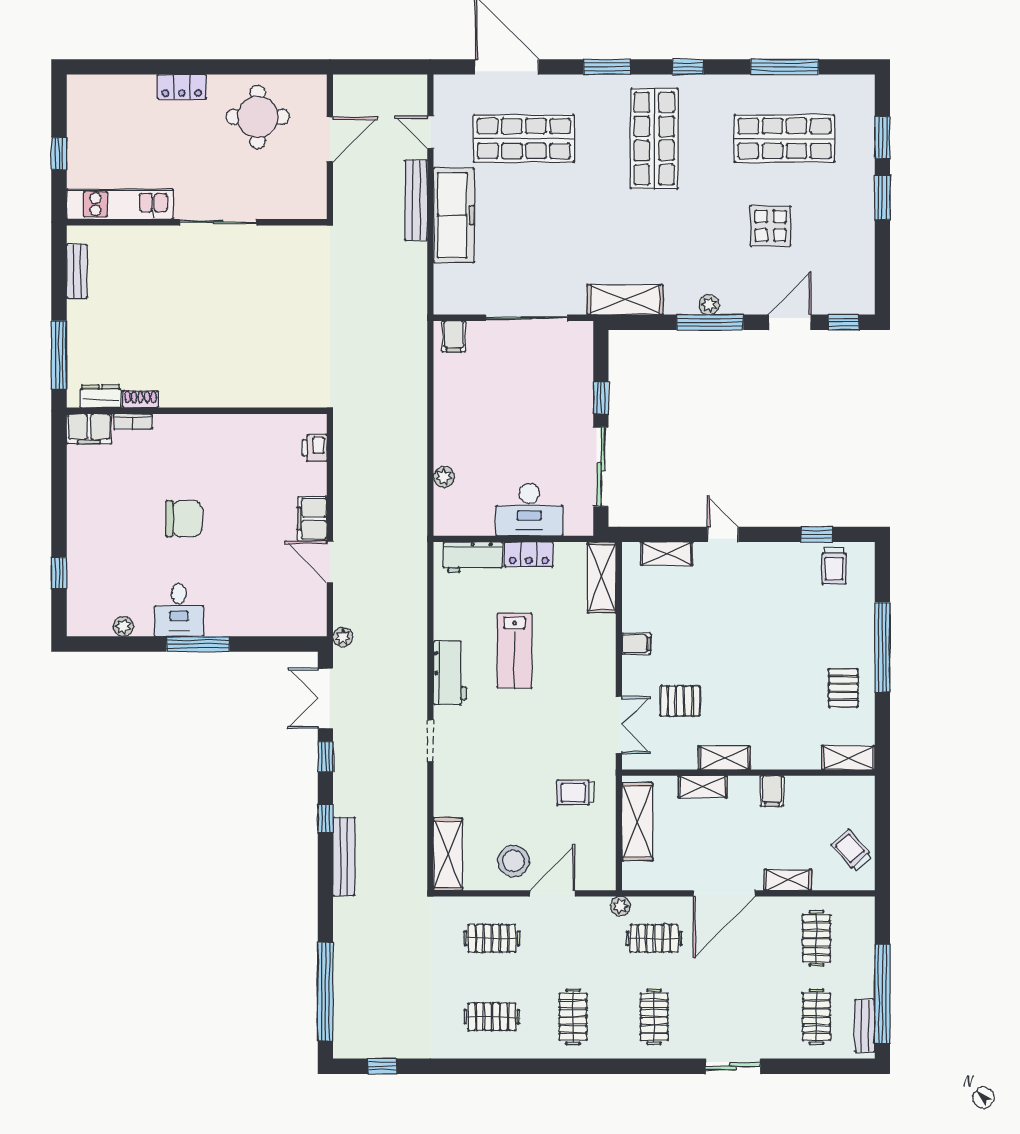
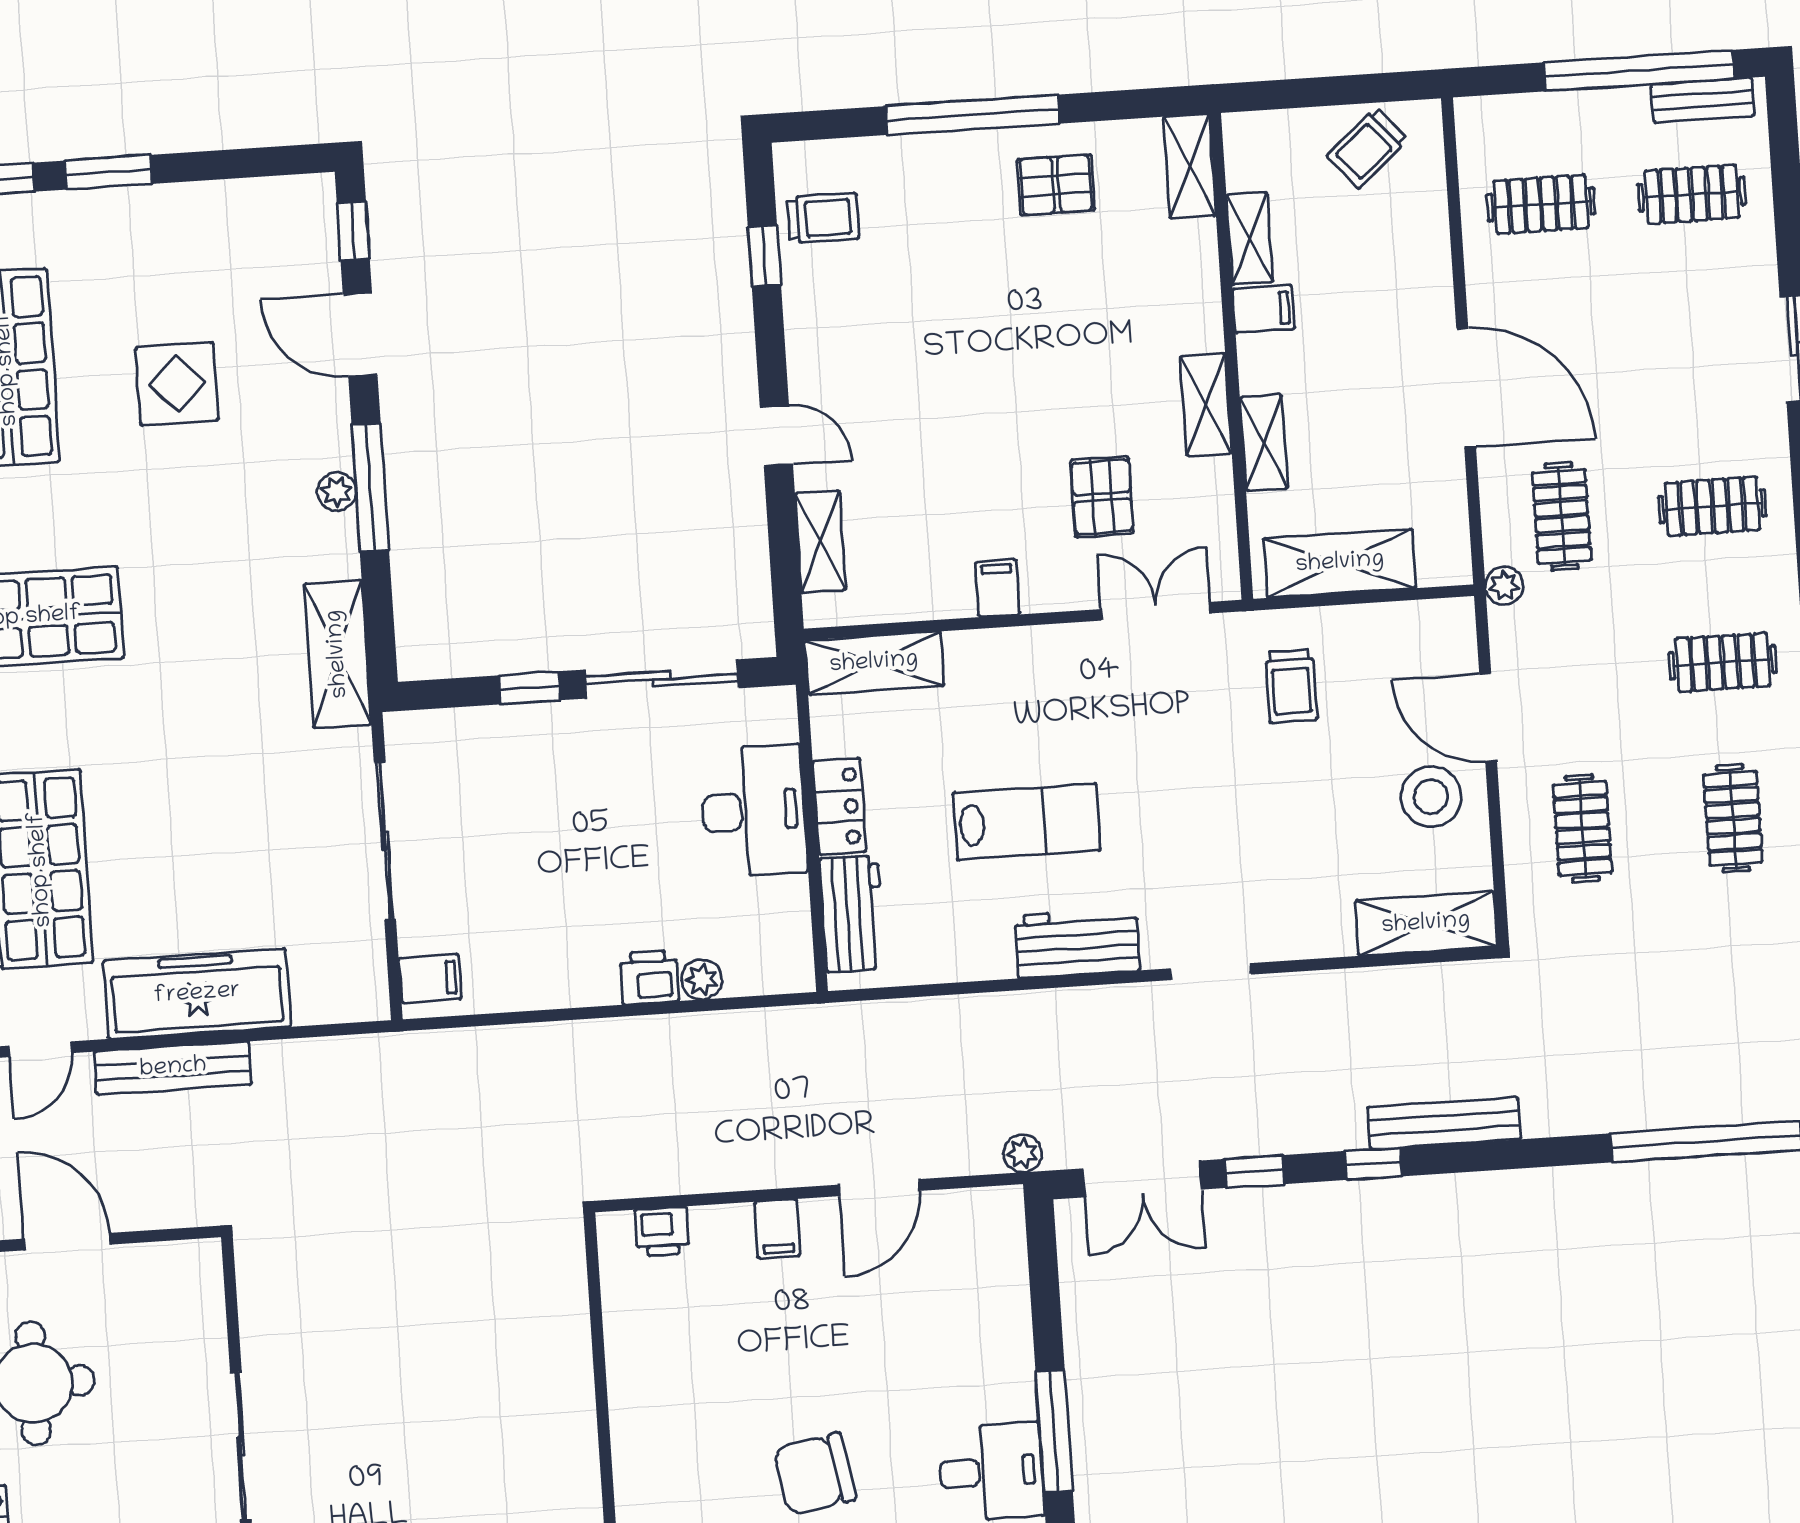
printer: (447, 450) -> (649, 977), added
chair: (184, 519) -> (815, 1474), turned -100
filing cabinet: (312, 519) -> (777, 1229), width x0.50
door: (723, 534) -> (776, 436), swing flipped
shelving: (788, 880) -> (1250, 238), moved

